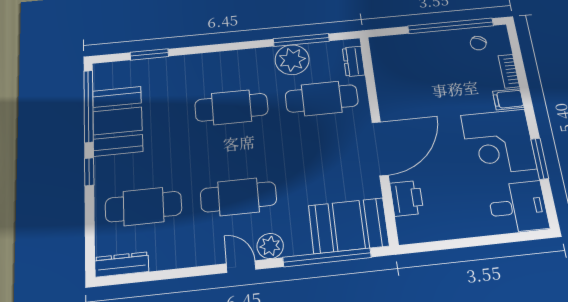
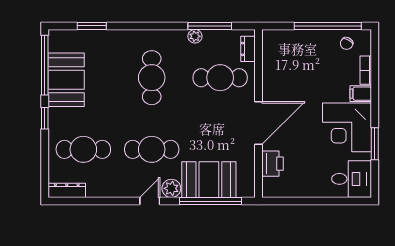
plant: (292, 60) -> (195, 36), width x0.53, depth x0.53
cafe table: (231, 107) -> (152, 78), turned 90
booth: (349, 226) -> (209, 180), moved
door: (241, 267) -> (150, 201), hinge flipped

